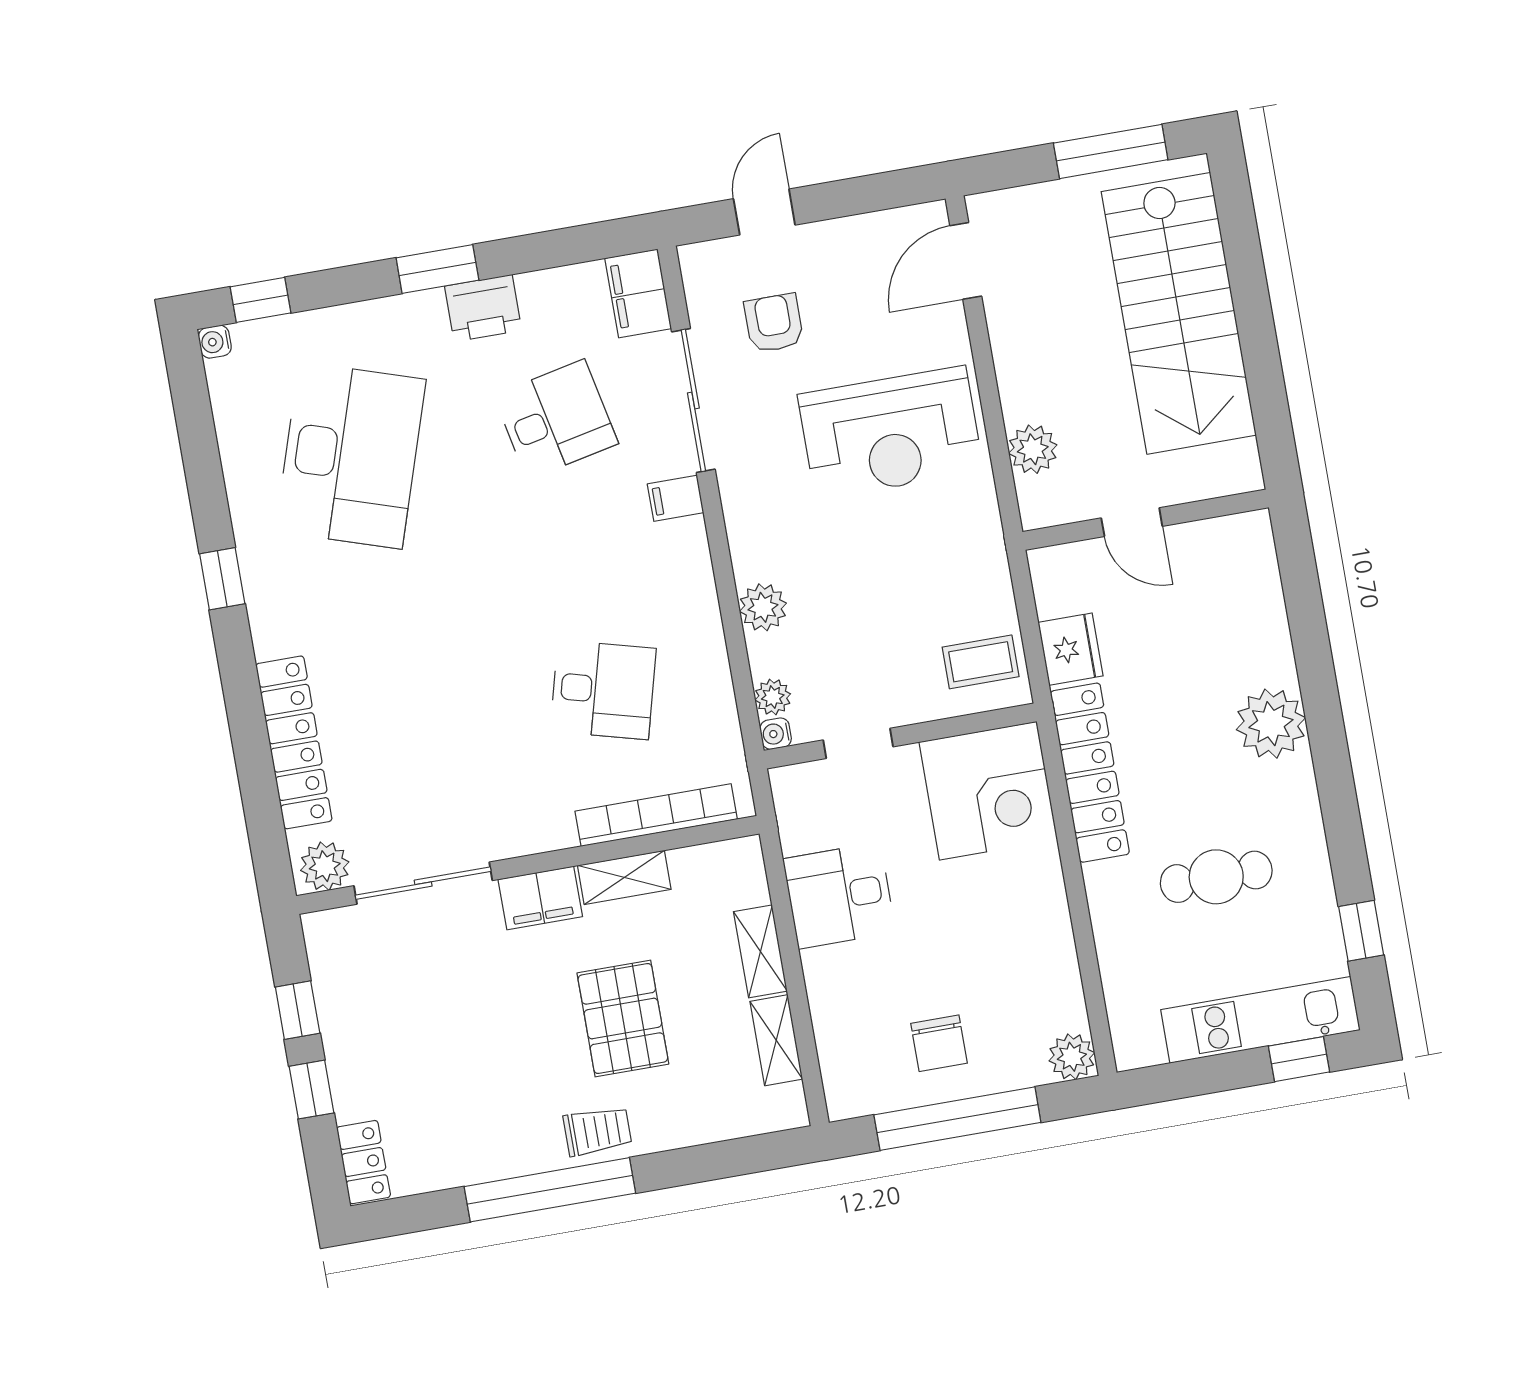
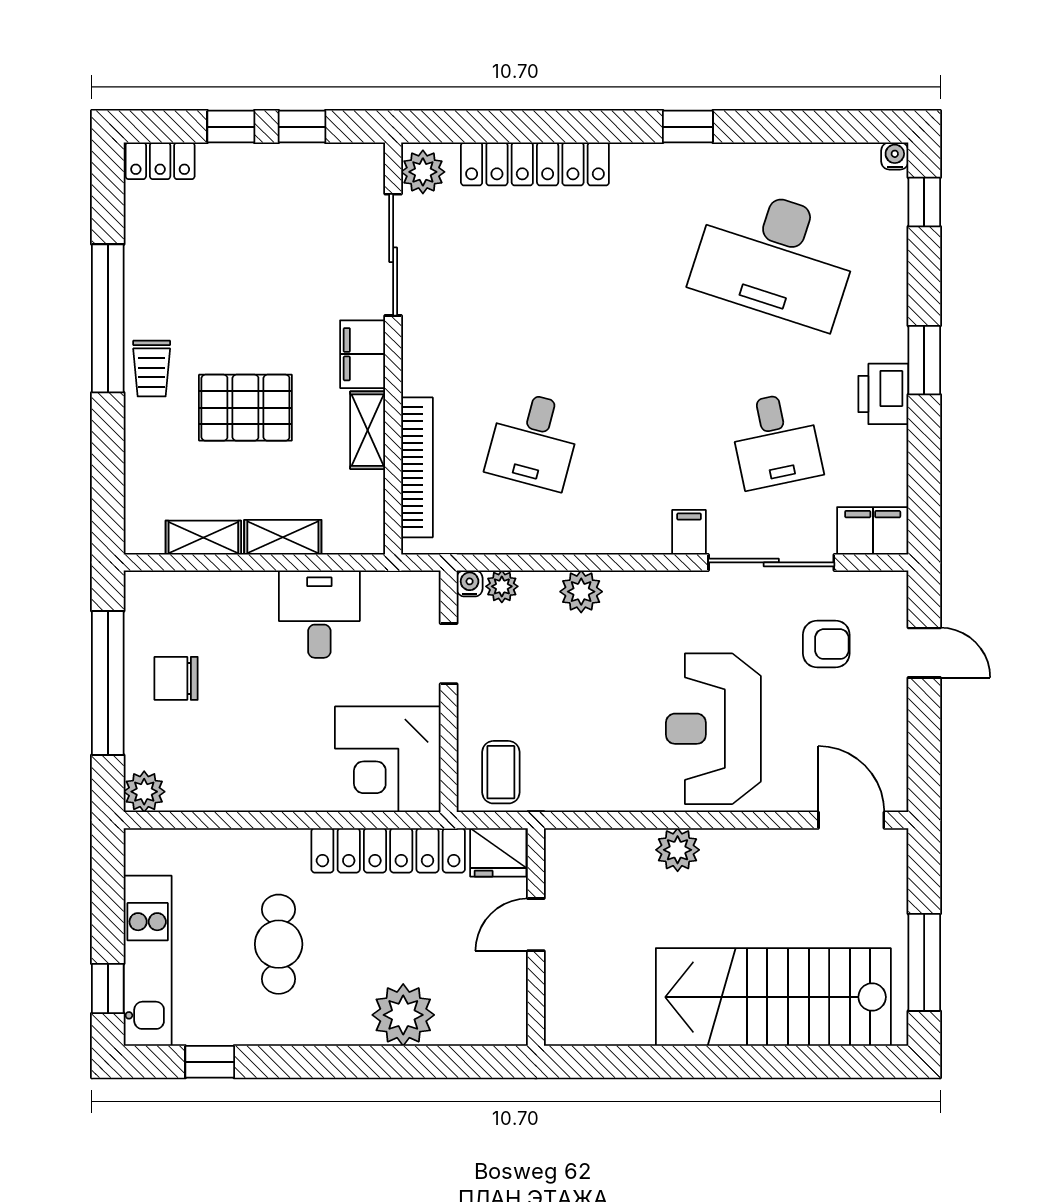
wall: (1146, 520) -> (536, 937), moved
door: (1132, 522) -> (536, 925), moved

